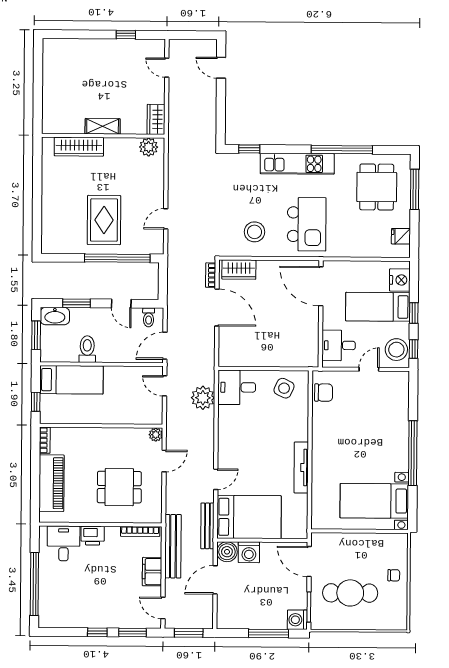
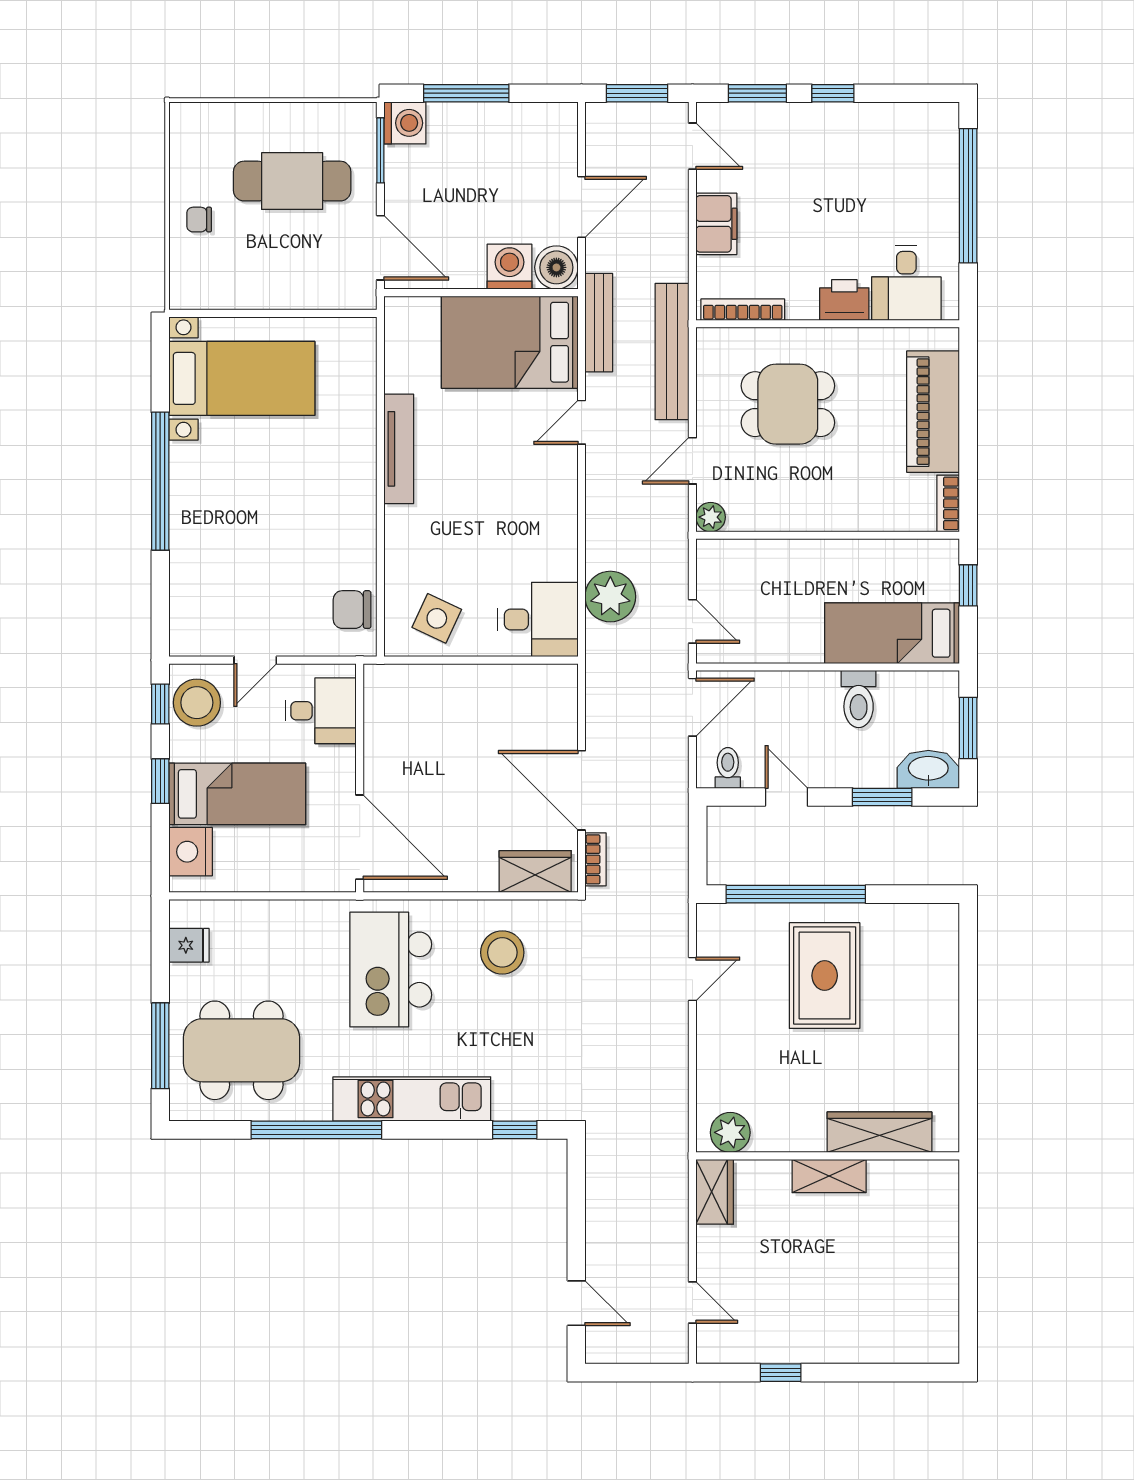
dining table: (377, 187) -> (241, 1050), width x1.37
bench: (173, 546) -> (672, 352), moved

